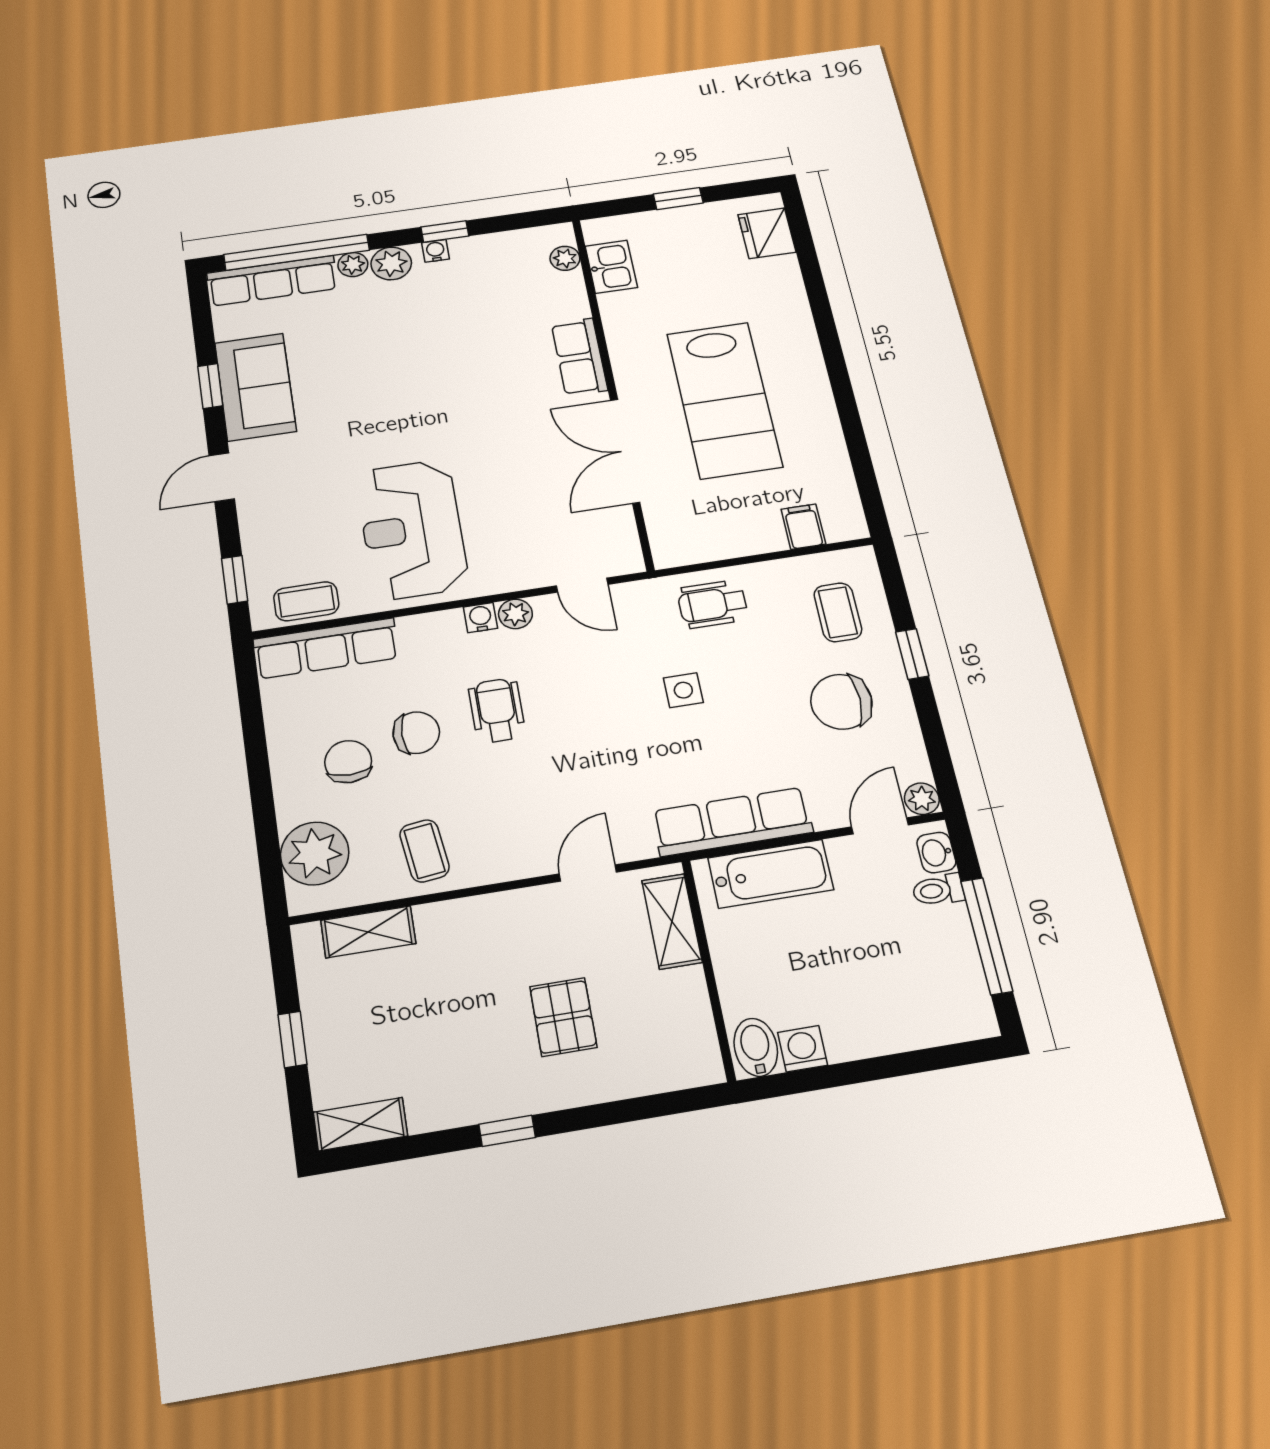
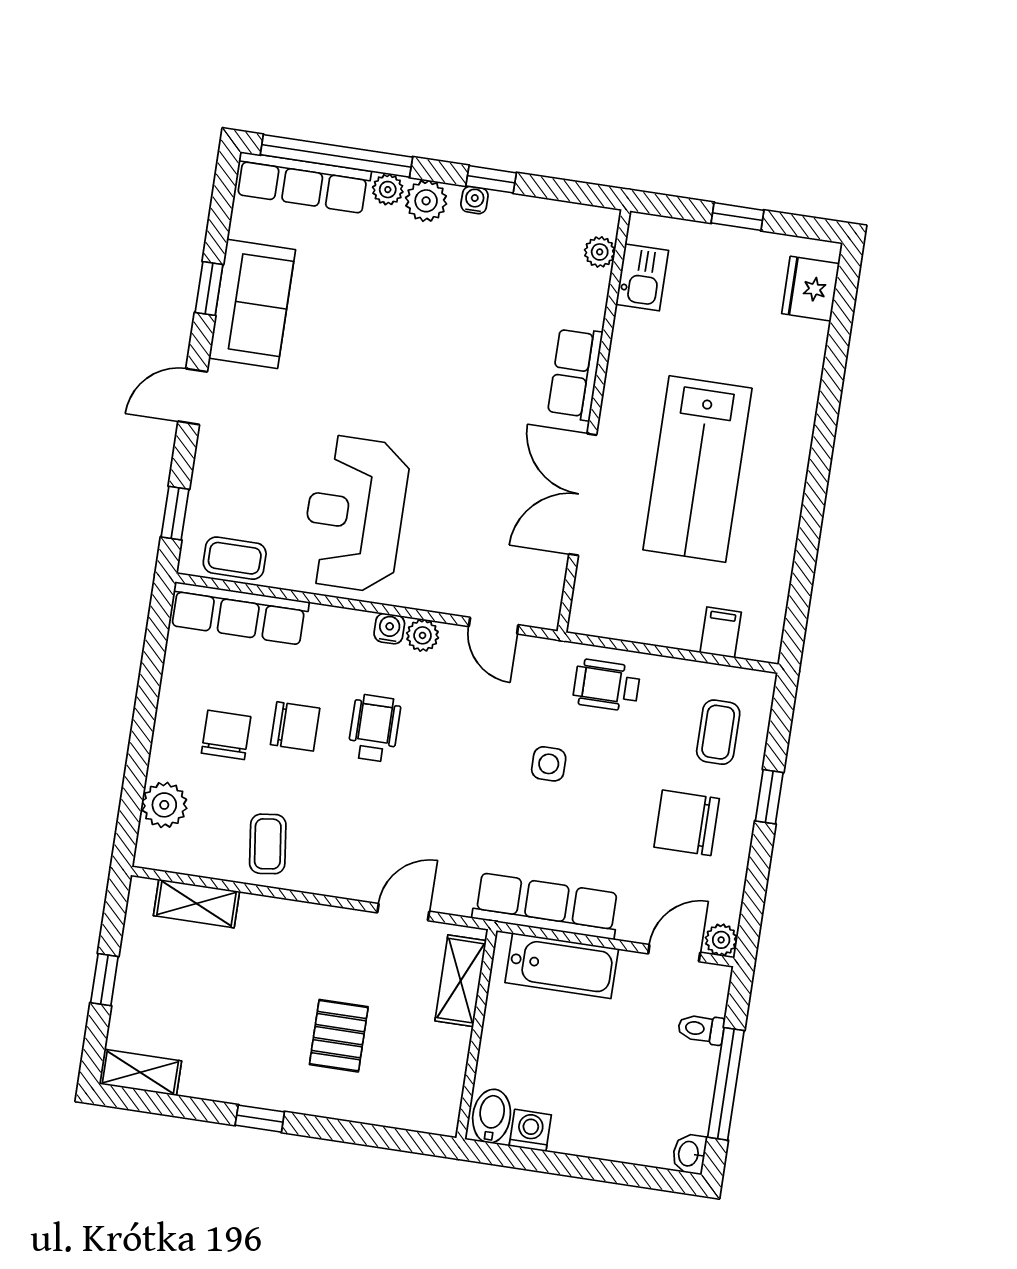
plant: (315, 853) -> (164, 805), width x0.73, depth x0.73
washbasin: (936, 853) -> (689, 1154), moved

